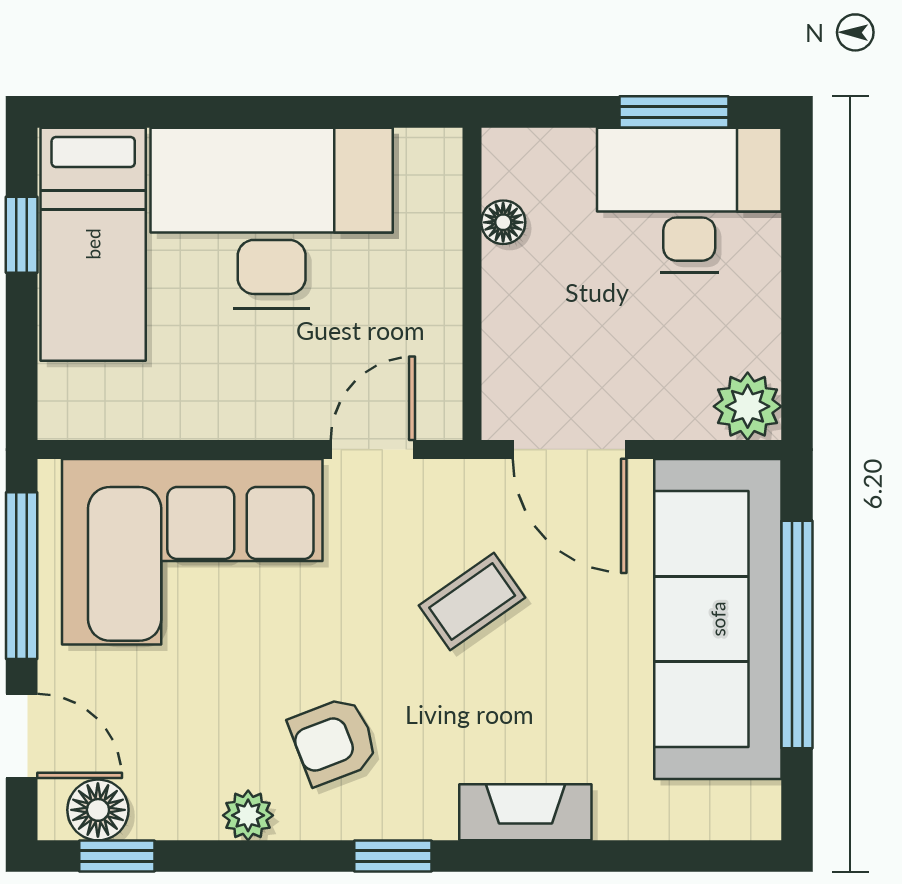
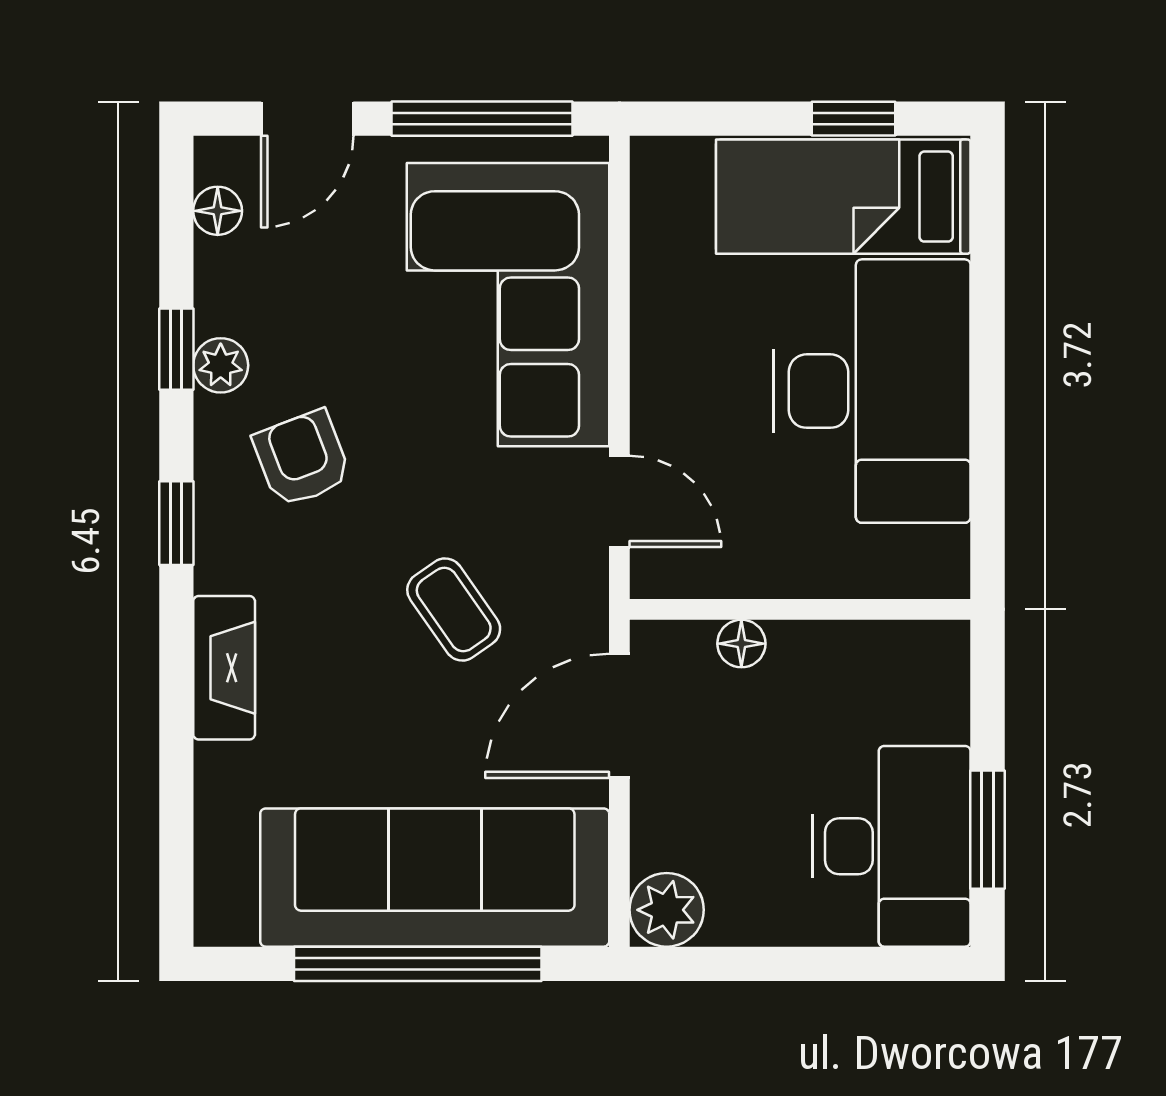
floor lamp: (503, 222) -> (741, 644), moved
floor lamp: (98, 810) -> (218, 211), width x0.73, depth x0.73
window: (117, 856) -> (176, 349), moved

